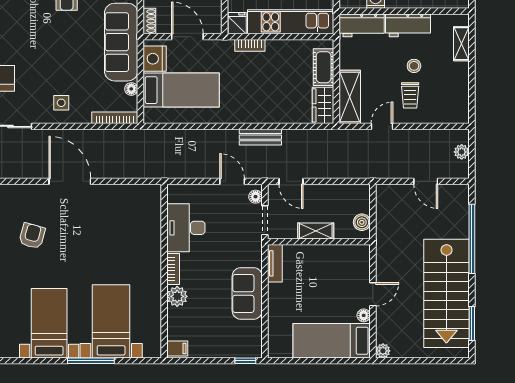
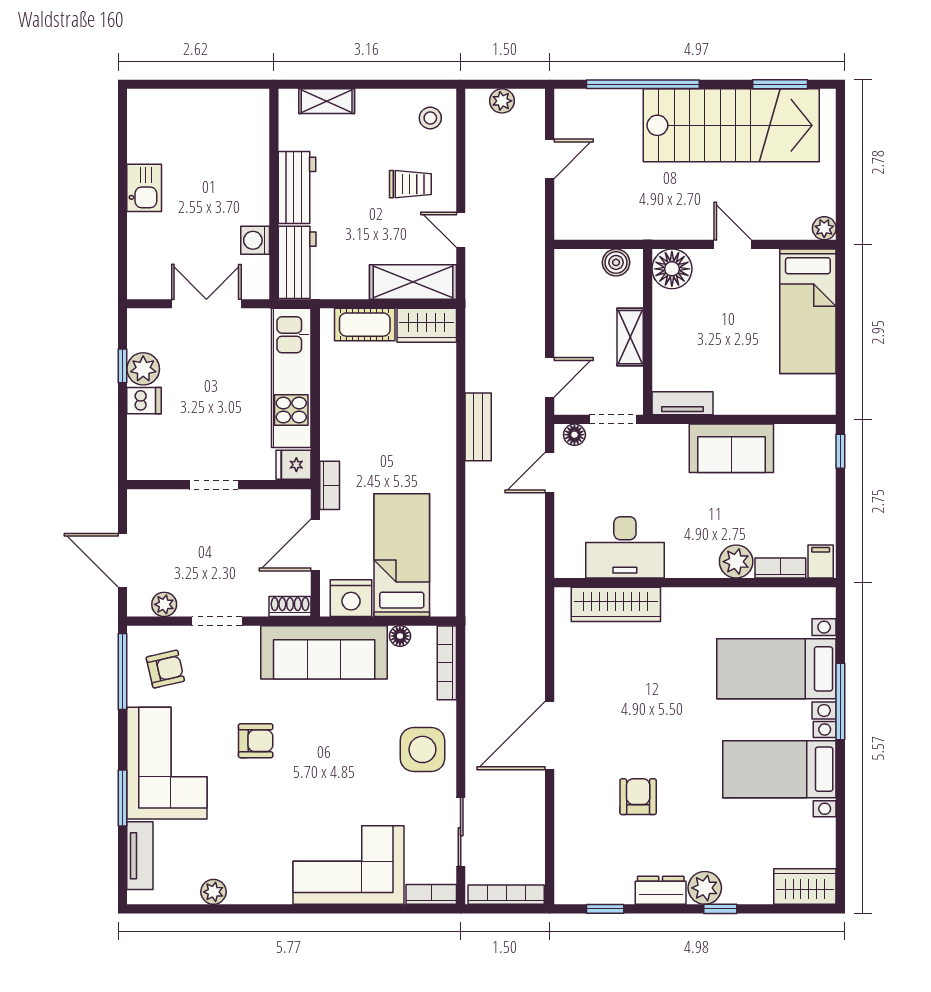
bookcase: (250, 45) -> (330, 485), moved
stool: (414, 66) -> (430, 118), moved
side table: (61, 103) -> (422, 749), width x1.87, depth x1.87
wardrobe: (151, 222) -> (616, 604), added
armchair: (32, 236) -> (638, 797), turned 75
bookcase: (173, 269) -> (780, 568), moved
floor lamp: (364, 315) -> (672, 269), moved, width x1.89, depth x1.89

